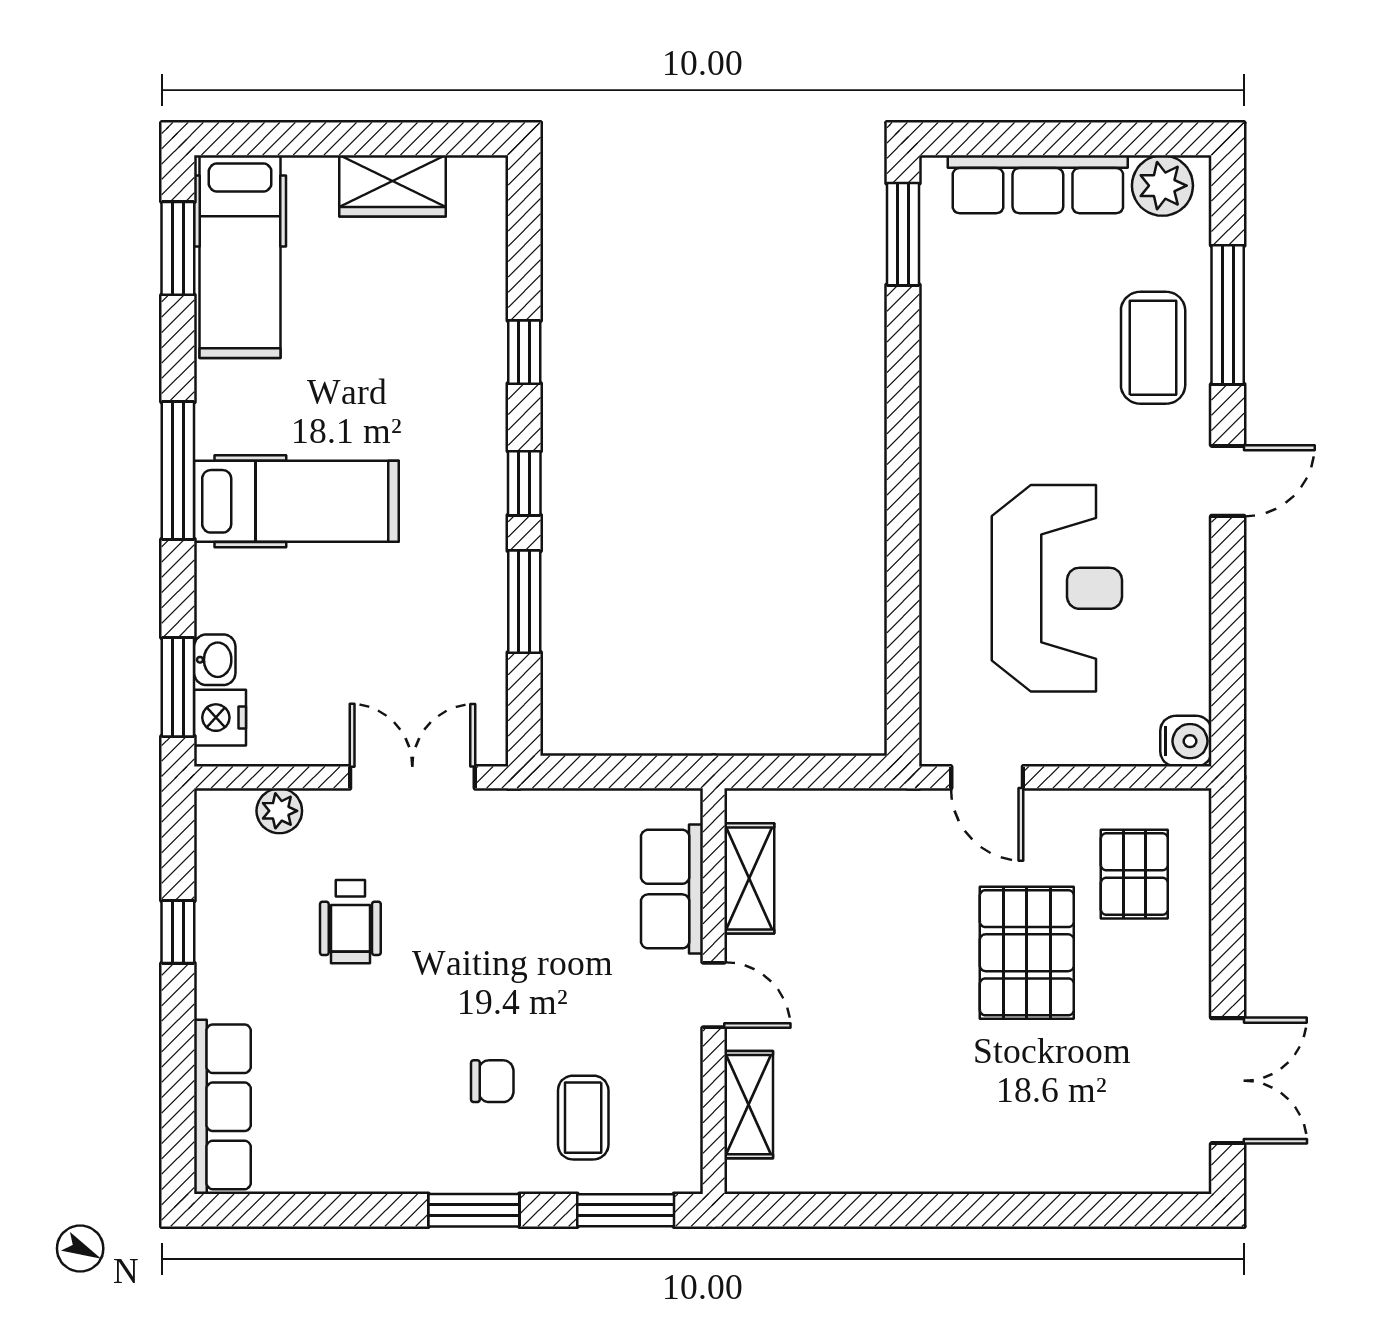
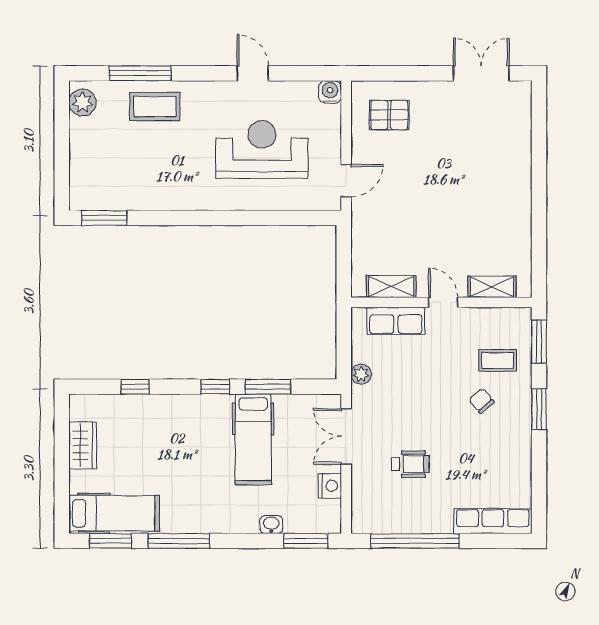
row of seats: (1038, 184) -> (82, 158), removed
window: (524, 352) -> (135, 387), moved
window: (178, 471) -> (179, 541), moved
door: (1228, 481) -> (253, 73), moved
hospital bed: (296, 501) -> (253, 439), moved, turned 180
washbasin: (215, 660) -> (271, 525), moved
nightstand: (220, 718) -> (330, 486), moved, turned -90
plant: (279, 811) -> (361, 374), moved
window: (178, 932) -> (415, 541), width x3.17
pallet: (1027, 953) -> (424, 163), removed
door: (714, 995) -> (443, 302), hinge flipped
chair: (492, 1081) -> (482, 401), turned -41

